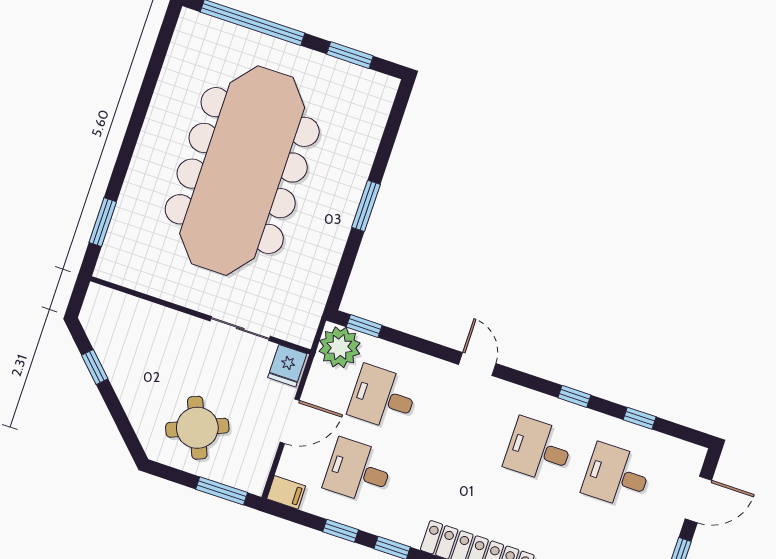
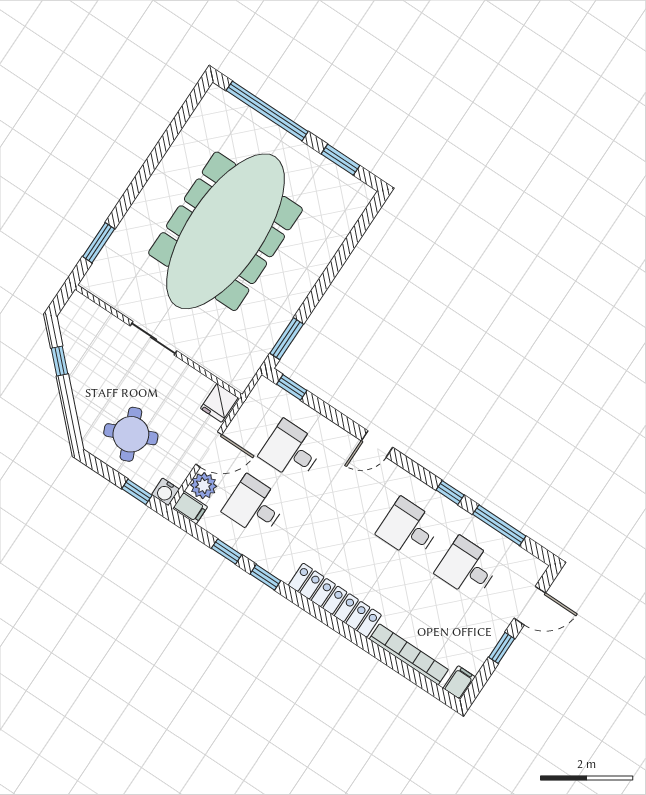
window: (366, 206) -> (287, 339), moved
sliding door: (240, 329) -> (153, 338), moved
plant: (340, 347) -> (204, 486), moved, width x0.73, depth x0.73
door: (477, 364) -> (377, 444), swing flipped
window: (640, 418) -> (499, 525), width x2.17
water cooler: (254, 482) -> (165, 492), added
window: (222, 491) -> (137, 492), width x0.67

